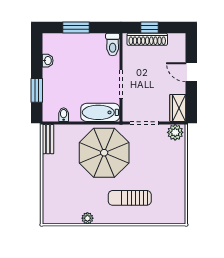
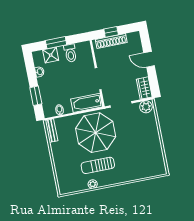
shower: (66, 42) -> (51, 55), added
toilet: (113, 44) -> (70, 53), moved
sun lounger: (130, 198) -> (98, 165), moved

